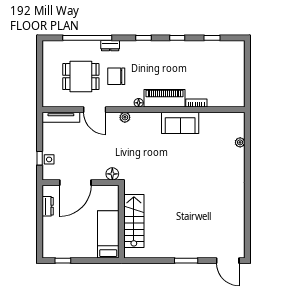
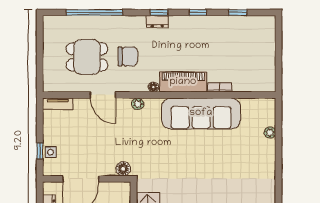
dresser: (110, 46) -> (157, 21), moved
chair: (116, 76) -> (128, 57), turned 180
tv unit: (61, 117) -> (58, 104), width x0.71
sofa: (180, 123) -> (201, 113), width x1.85, depth x1.27

